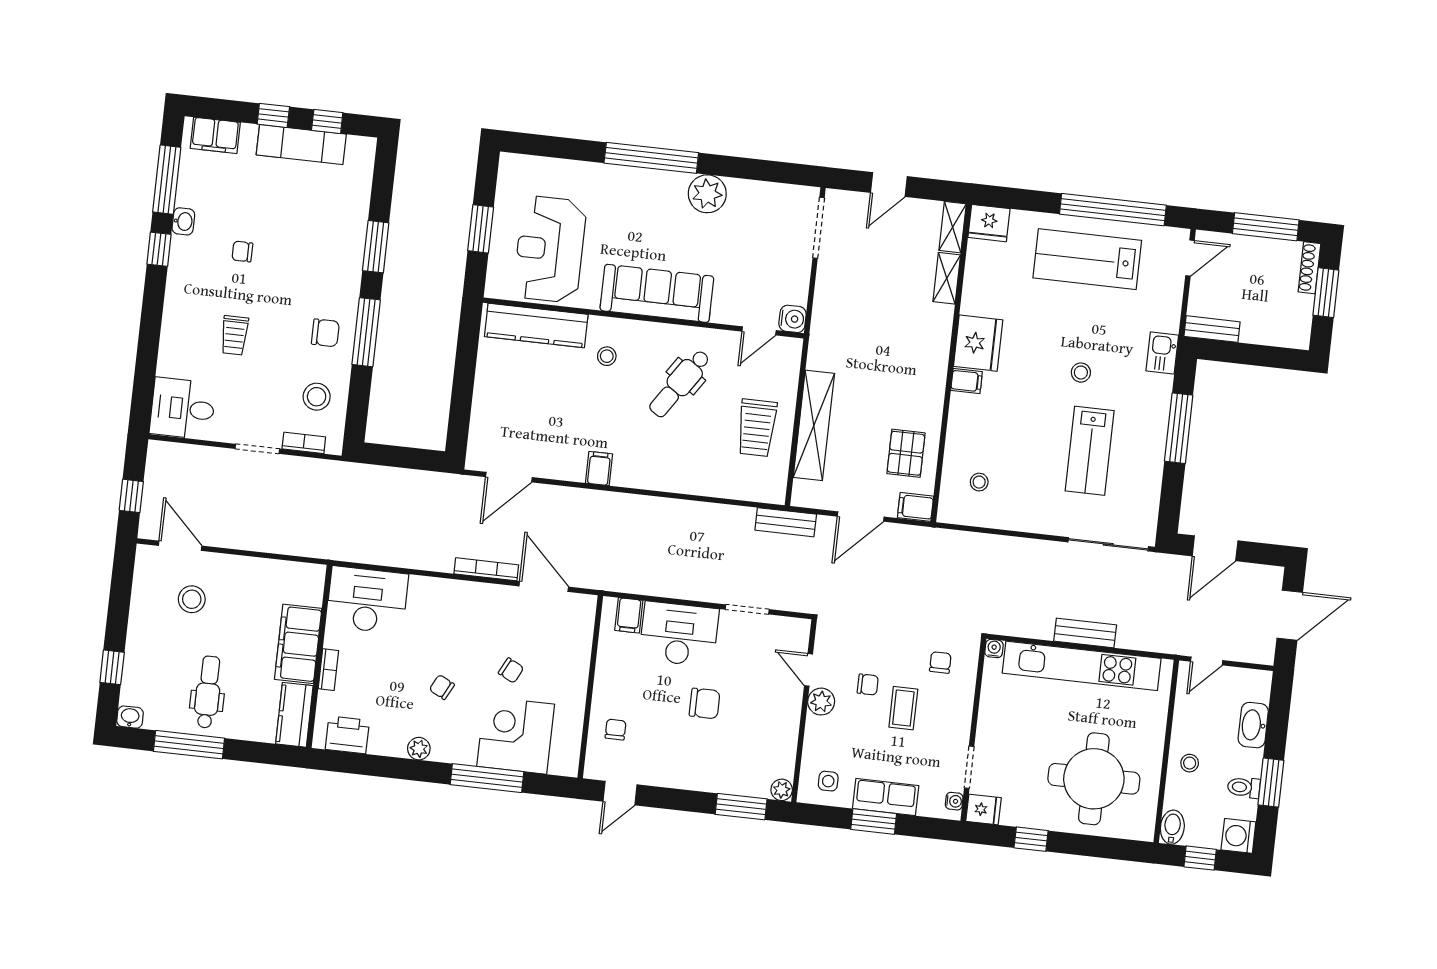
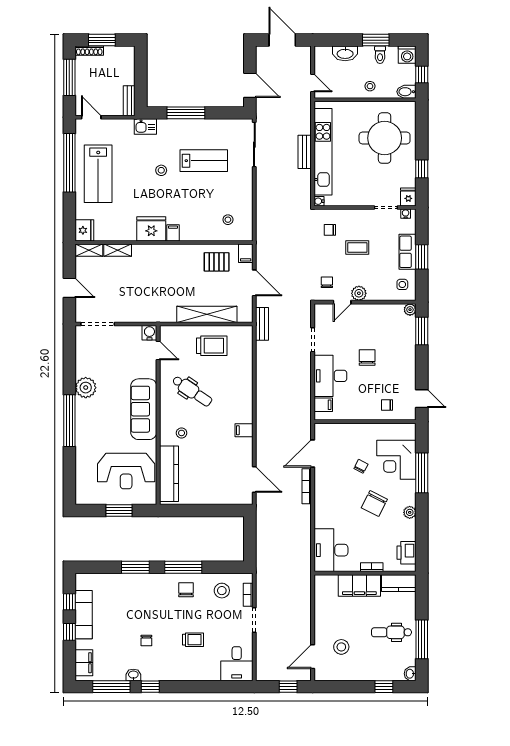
chair: (868, 685) -> (327, 282), moved
chair: (442, 687) -> (374, 503), width x1.87, depth x1.87

